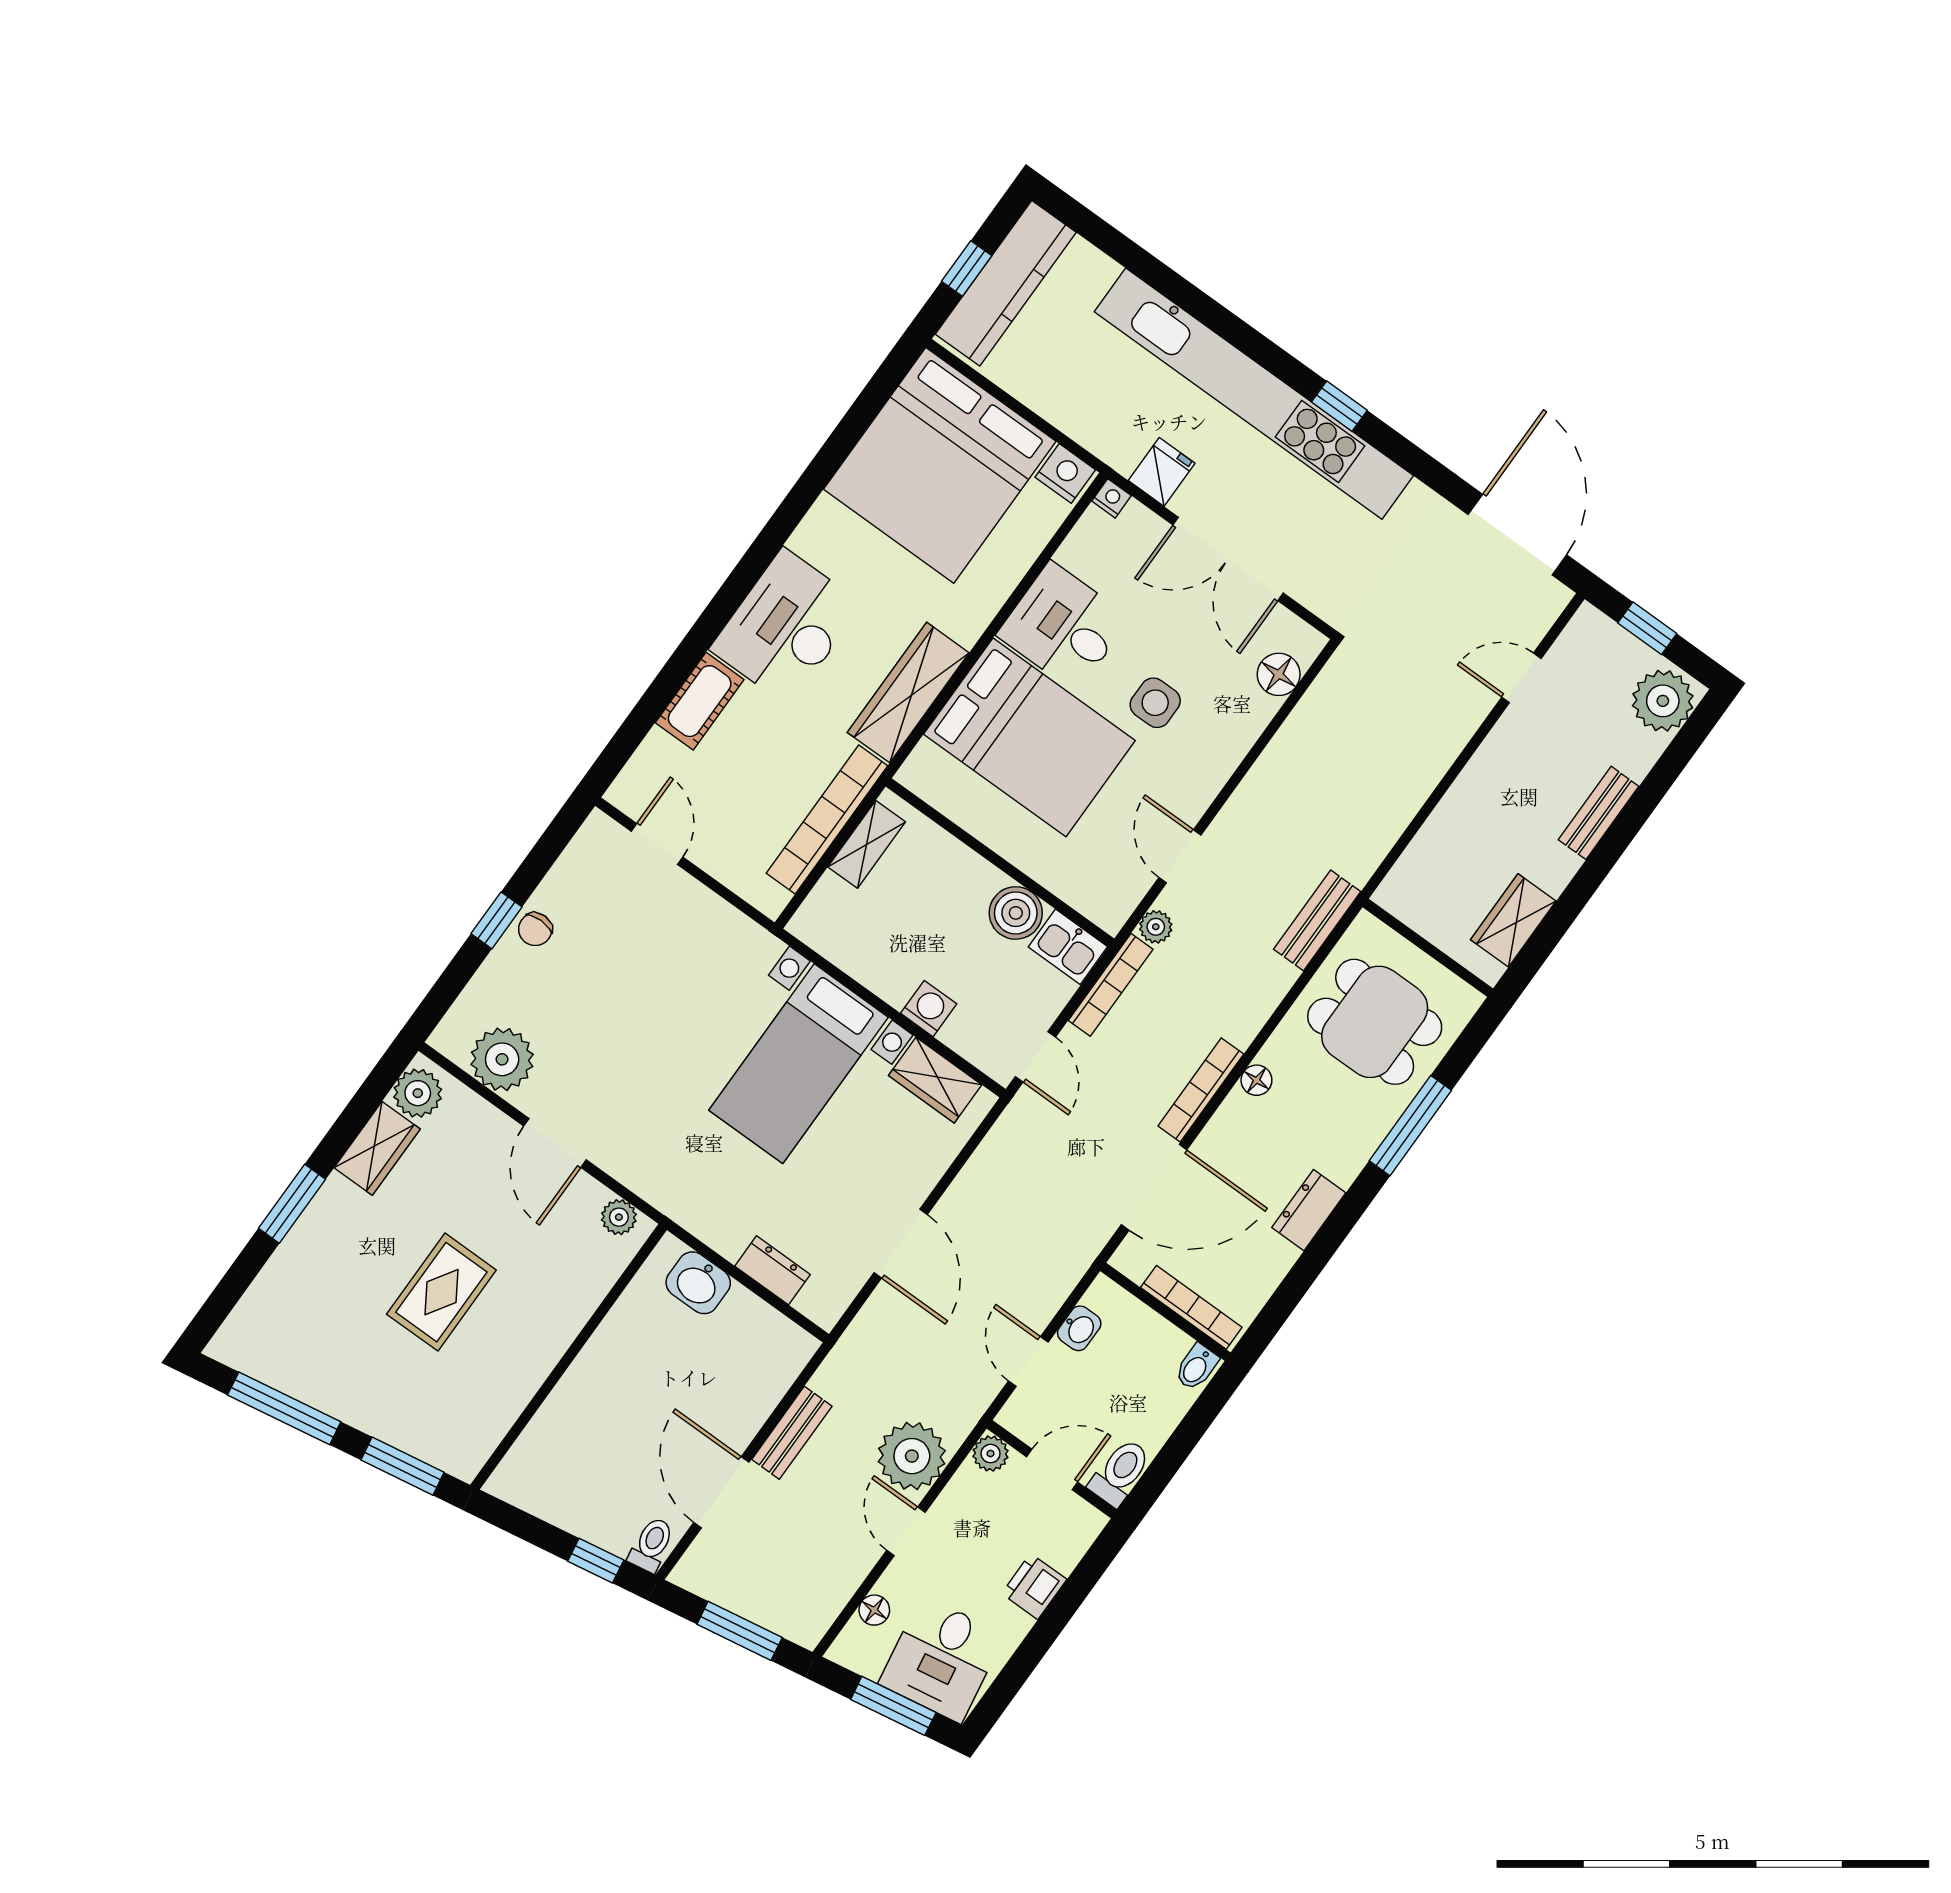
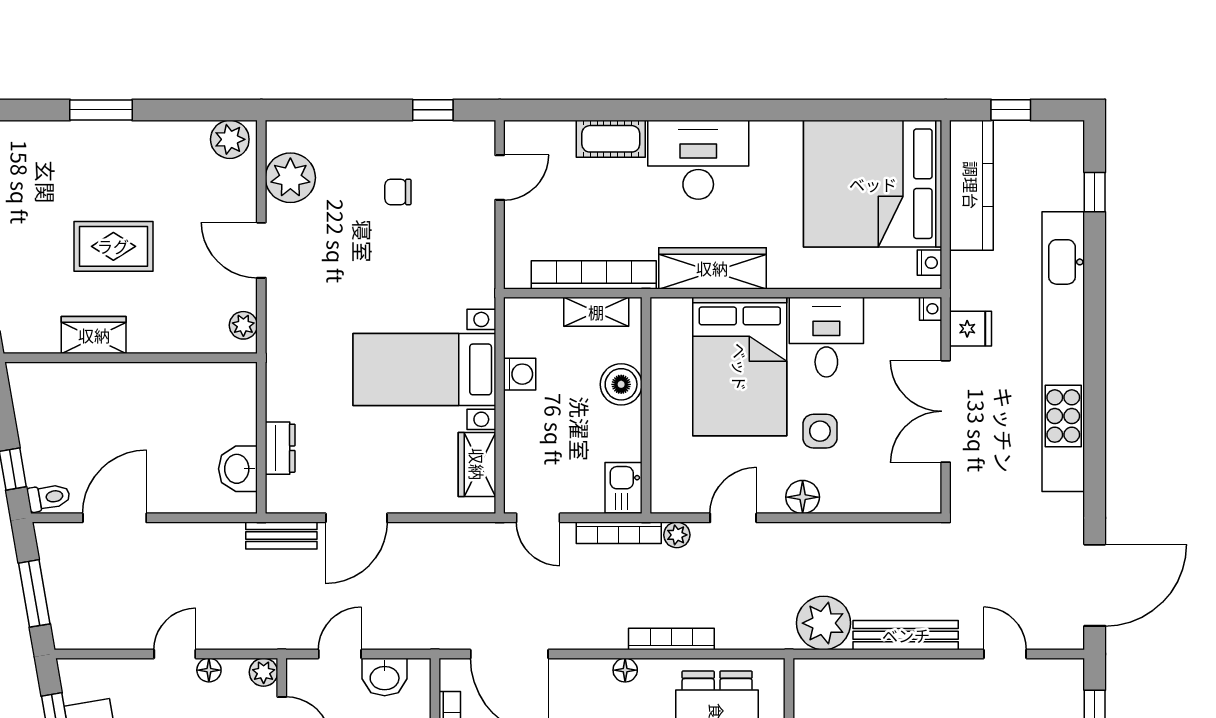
kitchen counter: (1006, 283) -> (971, 185), moved, turned -90
window: (1339, 406) -> (1095, 192), moved
nightstand: (1065, 473) -> (929, 263), width x0.72, depth x0.74
floor lamp: (1279, 674) -> (803, 497), moved
boiler: (1016, 913) -> (621, 384), moved
window: (496, 920) -> (433, 110), moved
bench: (1317, 920) -> (906, 635), moved, width x1.36
chair: (535, 929) -> (398, 192), moved
washing machine: (929, 1009) -> (520, 374), moved
door: (1035, 1057) -> (538, 518), hinge flipped
bookcase: (1201, 1090) -> (671, 639), moved
door: (555, 1143) -> (261, 250), hinge flipped
wardrobe: (377, 1148) -> (94, 335), moved, turned 180
washbasin: (698, 1283) -> (238, 469), moved
washbasin: (1079, 1328) -> (385, 677), width x1.38, depth x1.45
bench: (792, 1433) -> (281, 535), moved
plant: (912, 1456) -> (824, 623), moved
floor lamp: (874, 1610) -> (209, 670), moved

